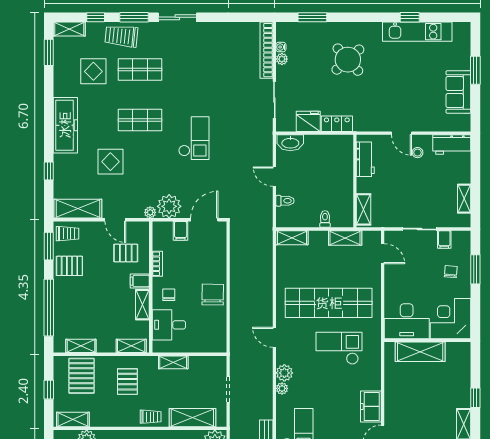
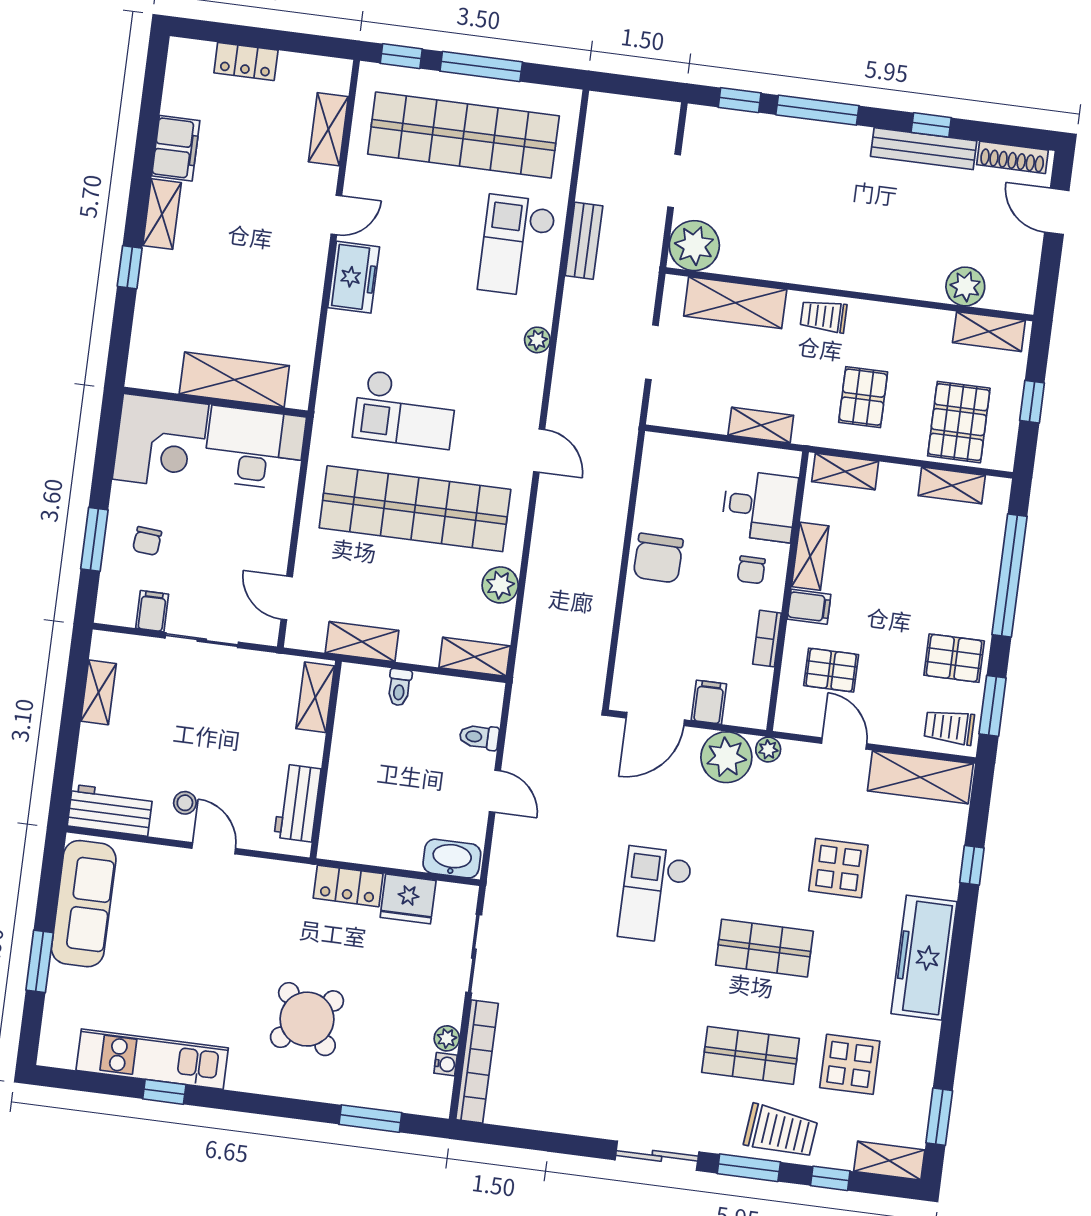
sofa: (458, 92) -> (84, 904), width x1.36
plant: (284, 373) -> (500, 585), moved

